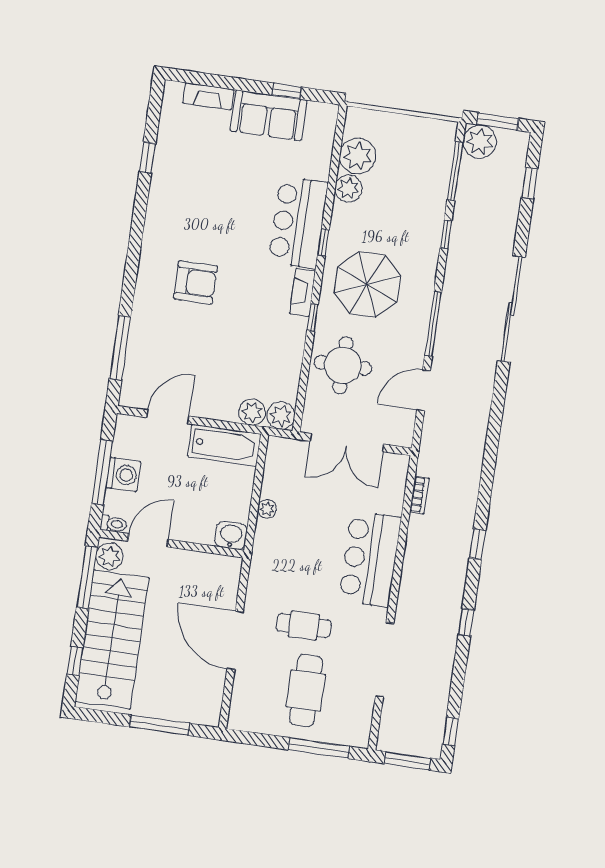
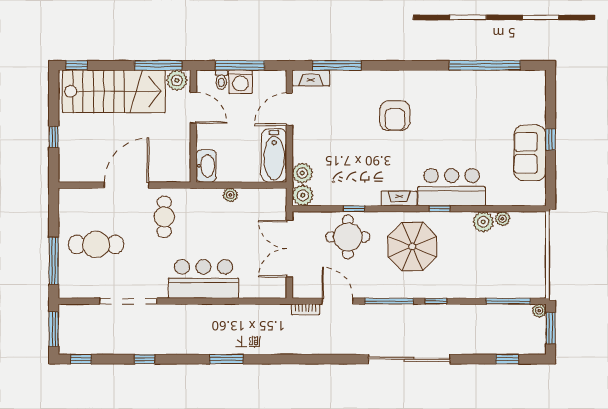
window: (287, 91) -> (551, 140), moved
fireplace: (208, 96) -> (311, 78), moved, turned -90
plant: (480, 142) -> (539, 311), width x0.53, depth x0.53
plant: (357, 156) -> (502, 219), width x0.53, depth x0.53
window: (147, 157) -> (485, 65), width x3.17
window: (446, 234) -> (436, 301), moved
window: (313, 317) -> (354, 209), moved
door: (168, 417) -> (289, 109), swing flipped
bookcase: (419, 495) -> (305, 309), moved
toilet: (113, 524) -> (221, 80), moved
washbasin: (231, 535) -> (206, 166), width x1.38
window: (477, 544) -> (226, 359), width x1.50
window: (466, 622) -> (145, 359), moved
cafe table: (304, 626) -> (164, 217), moved
window: (75, 661) -> (77, 65), moved
window: (160, 725) -> (54, 137), width x0.46

